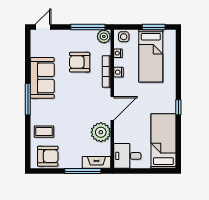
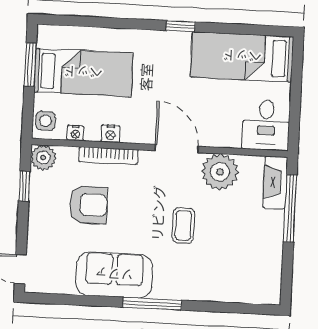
window: (88, 27) -> (24, 186), width x0.46
armchair: (80, 62) -> (88, 205), turned -90
coffee table: (44, 132) -> (183, 225), moved
armchair: (48, 156) -> (259, 272), removed

